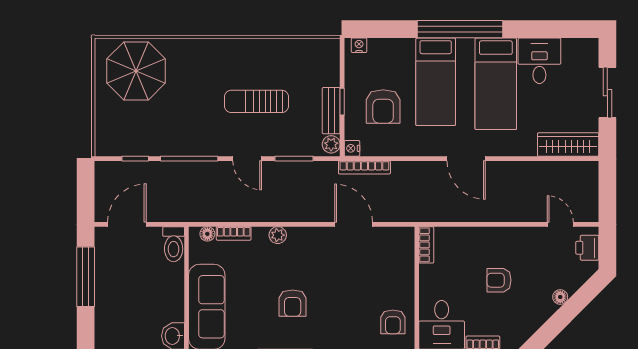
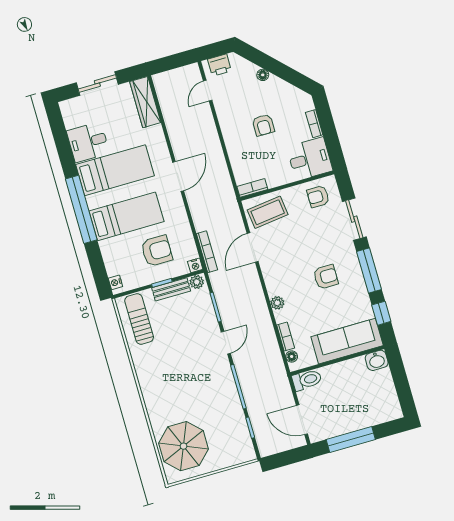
sun lounger: (257, 101) -> (139, 319), moved, turned 180
coffee table: (391, 255) -> (268, 212), added
armchair: (393, 322) -> (318, 196), turned 180

